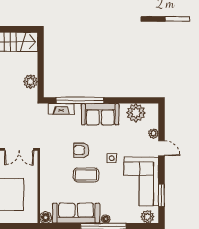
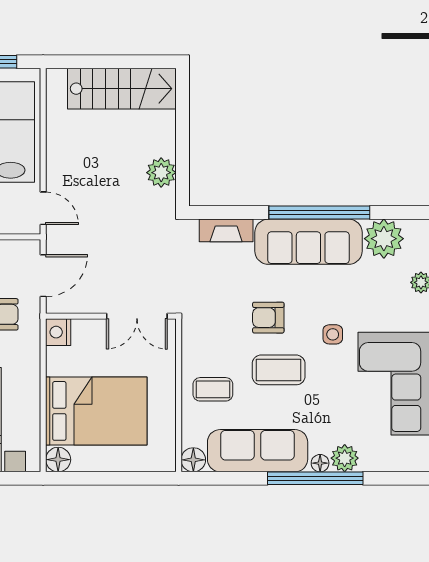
window: (80, 100) -> (319, 213), moved
sofa: (100, 114) -> (308, 242), width x1.36
coffee table: (55, 184) -> (213, 389), added
plant: (147, 217) -> (345, 458), moved

